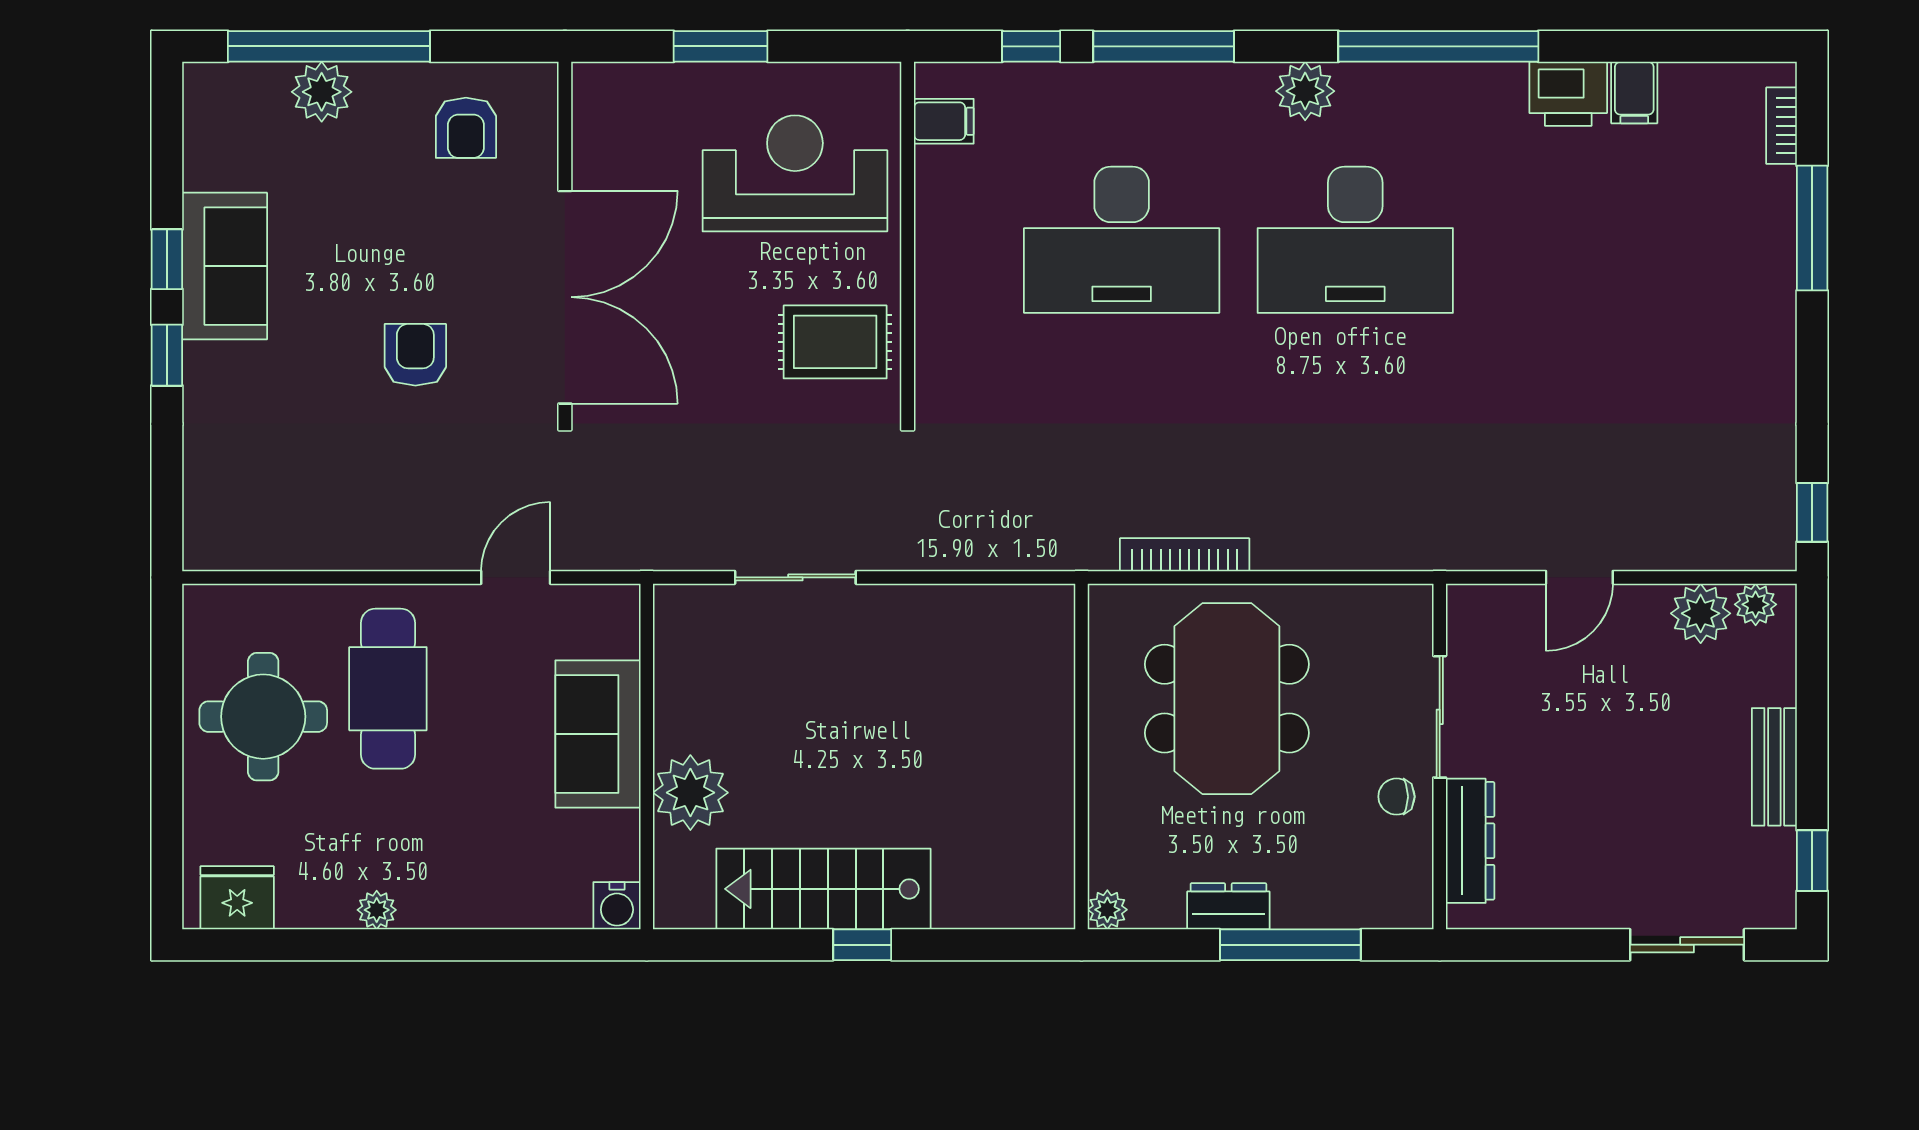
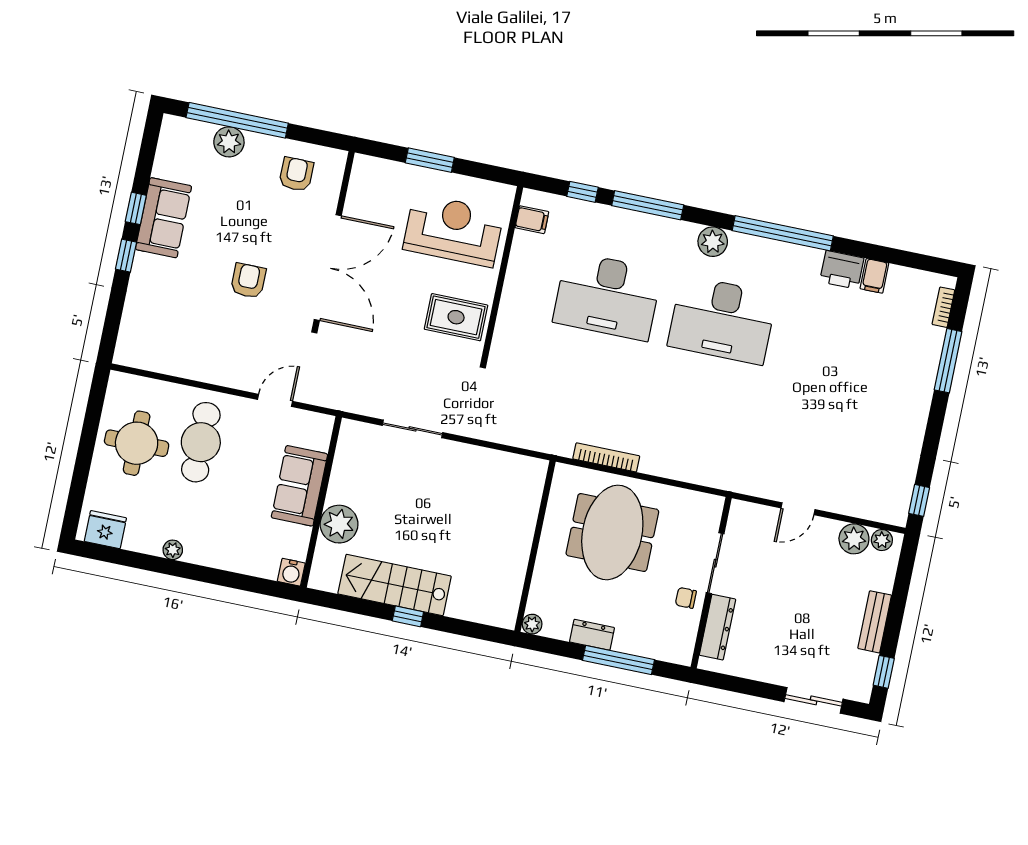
armchair: (466, 128) -> (296, 174), turned 180

